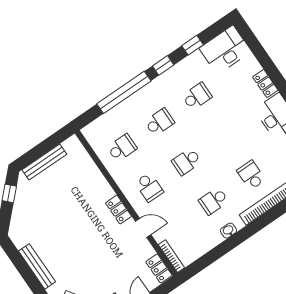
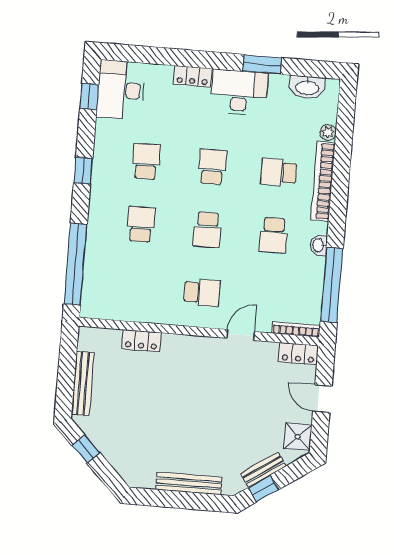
window: (193, 45) -> (89, 96), moved
window: (124, 92) -> (75, 264), moved
school desk: (122, 148) -> (212, 167), moved
locker: (118, 210) -> (141, 341), moved
window: (212, 256) -> (332, 285), added

